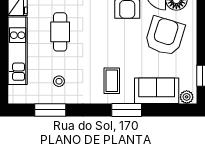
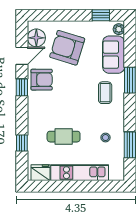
coffee table: (112, 81) -> (105, 93), turned 90

